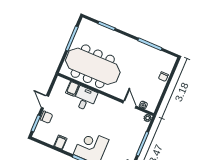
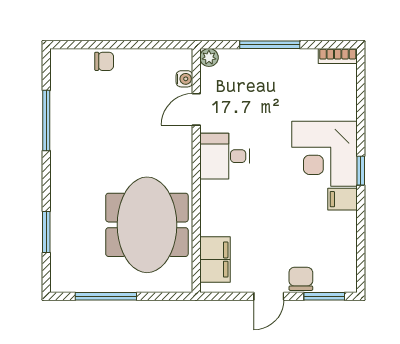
meeting table: (93, 66) -> (147, 225), width x0.73
filing cabinet: (72, 89) -> (215, 260), width x2.00
desk: (85, 99) -> (225, 156), moved
filing cabinet: (60, 142) -> (342, 199), moved

